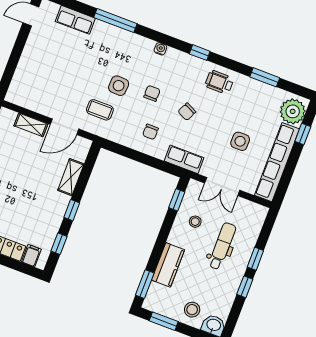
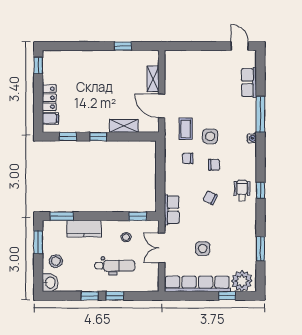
water cooler: (160, 49) -> (252, 138), moved
wheelchair: (219, 82) -> (242, 190), moved
chair: (150, 132) -> (188, 158), moved

